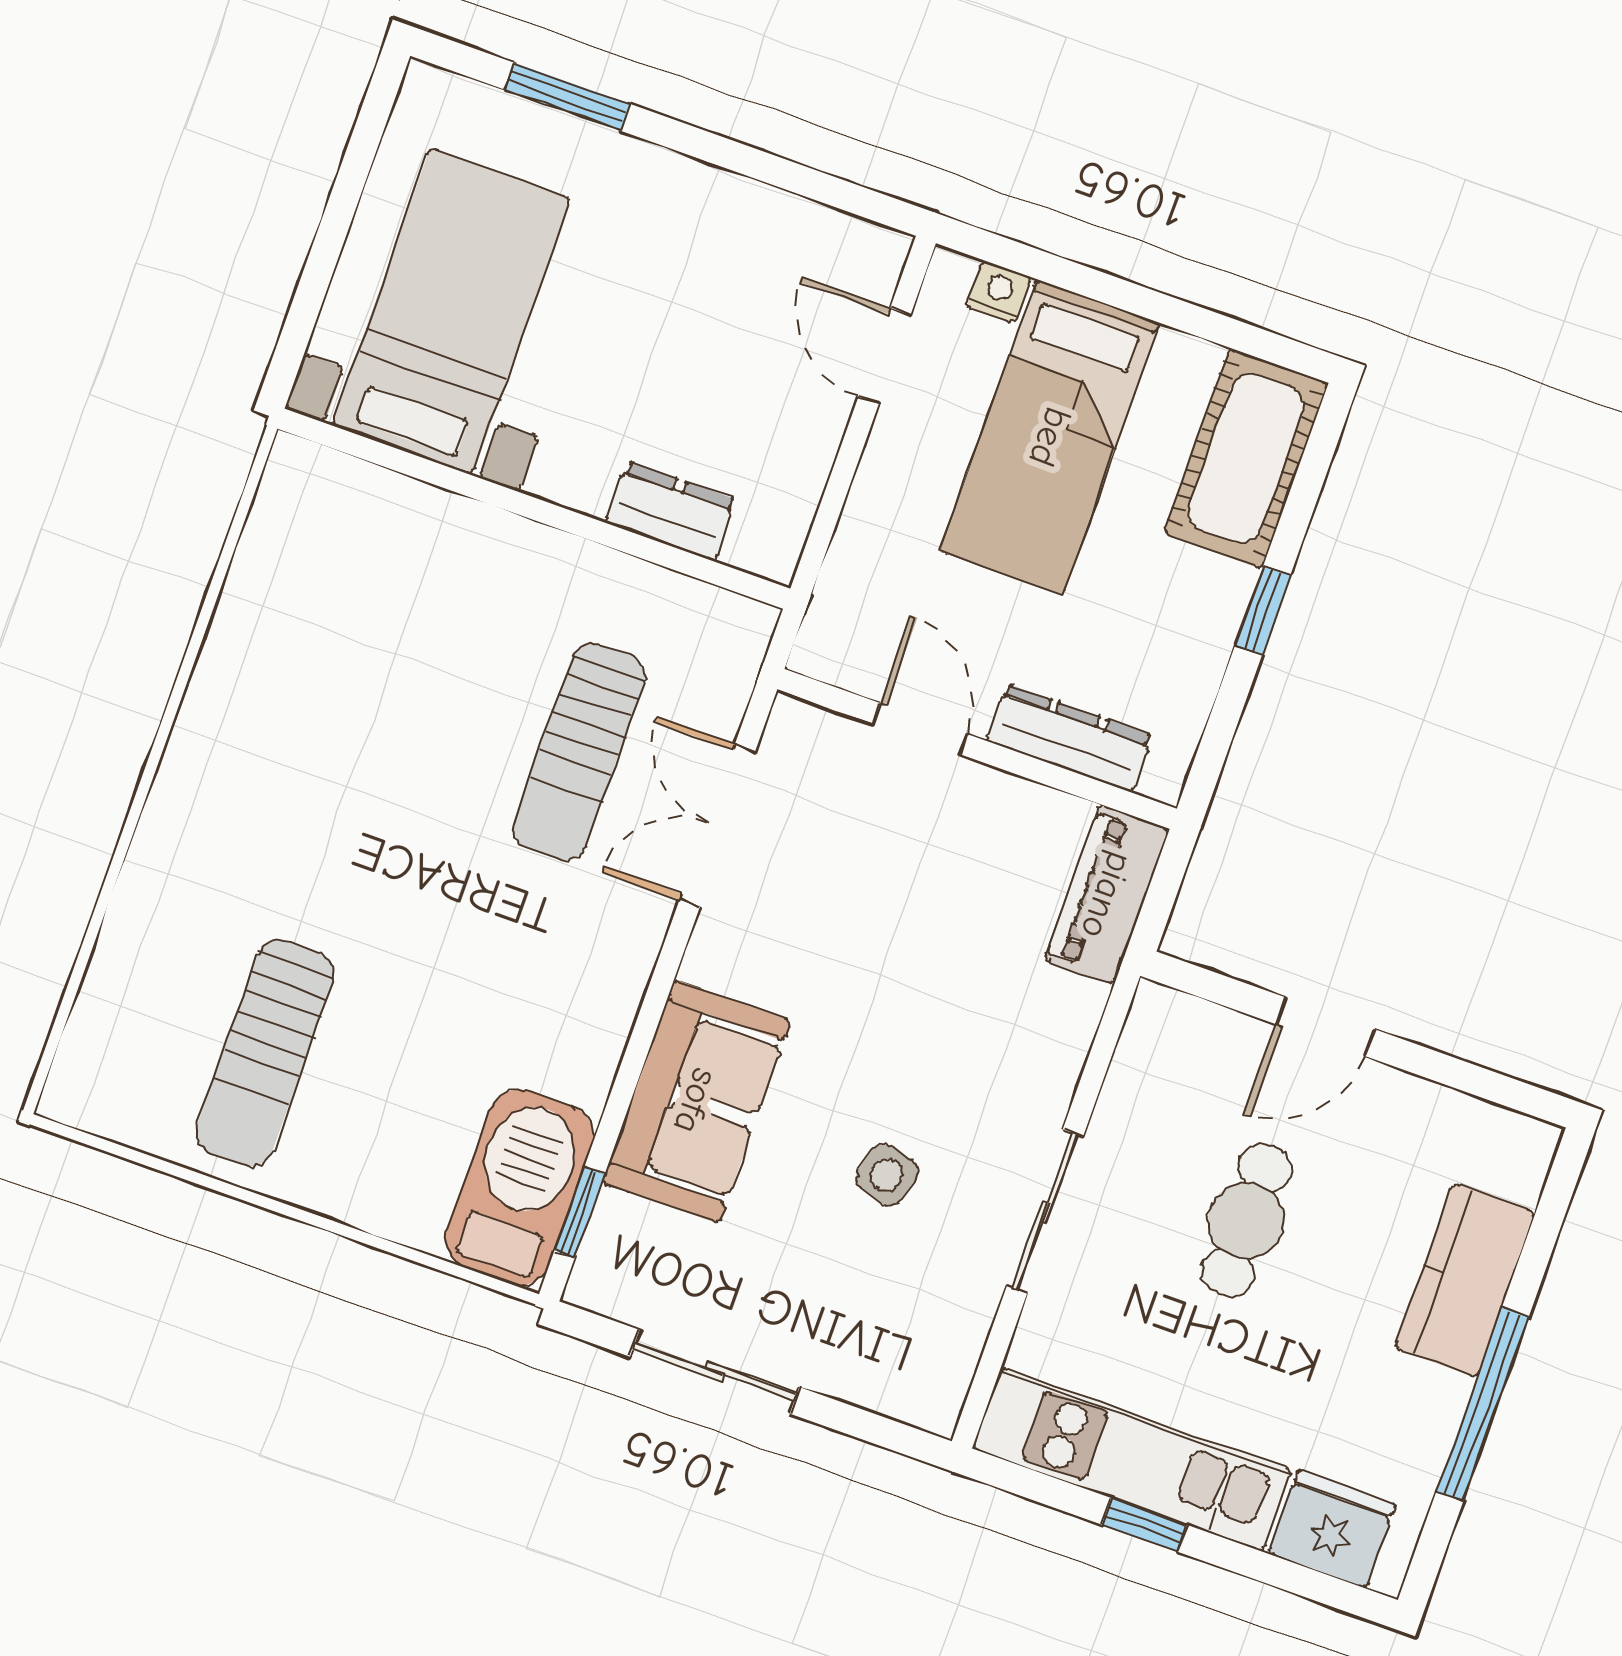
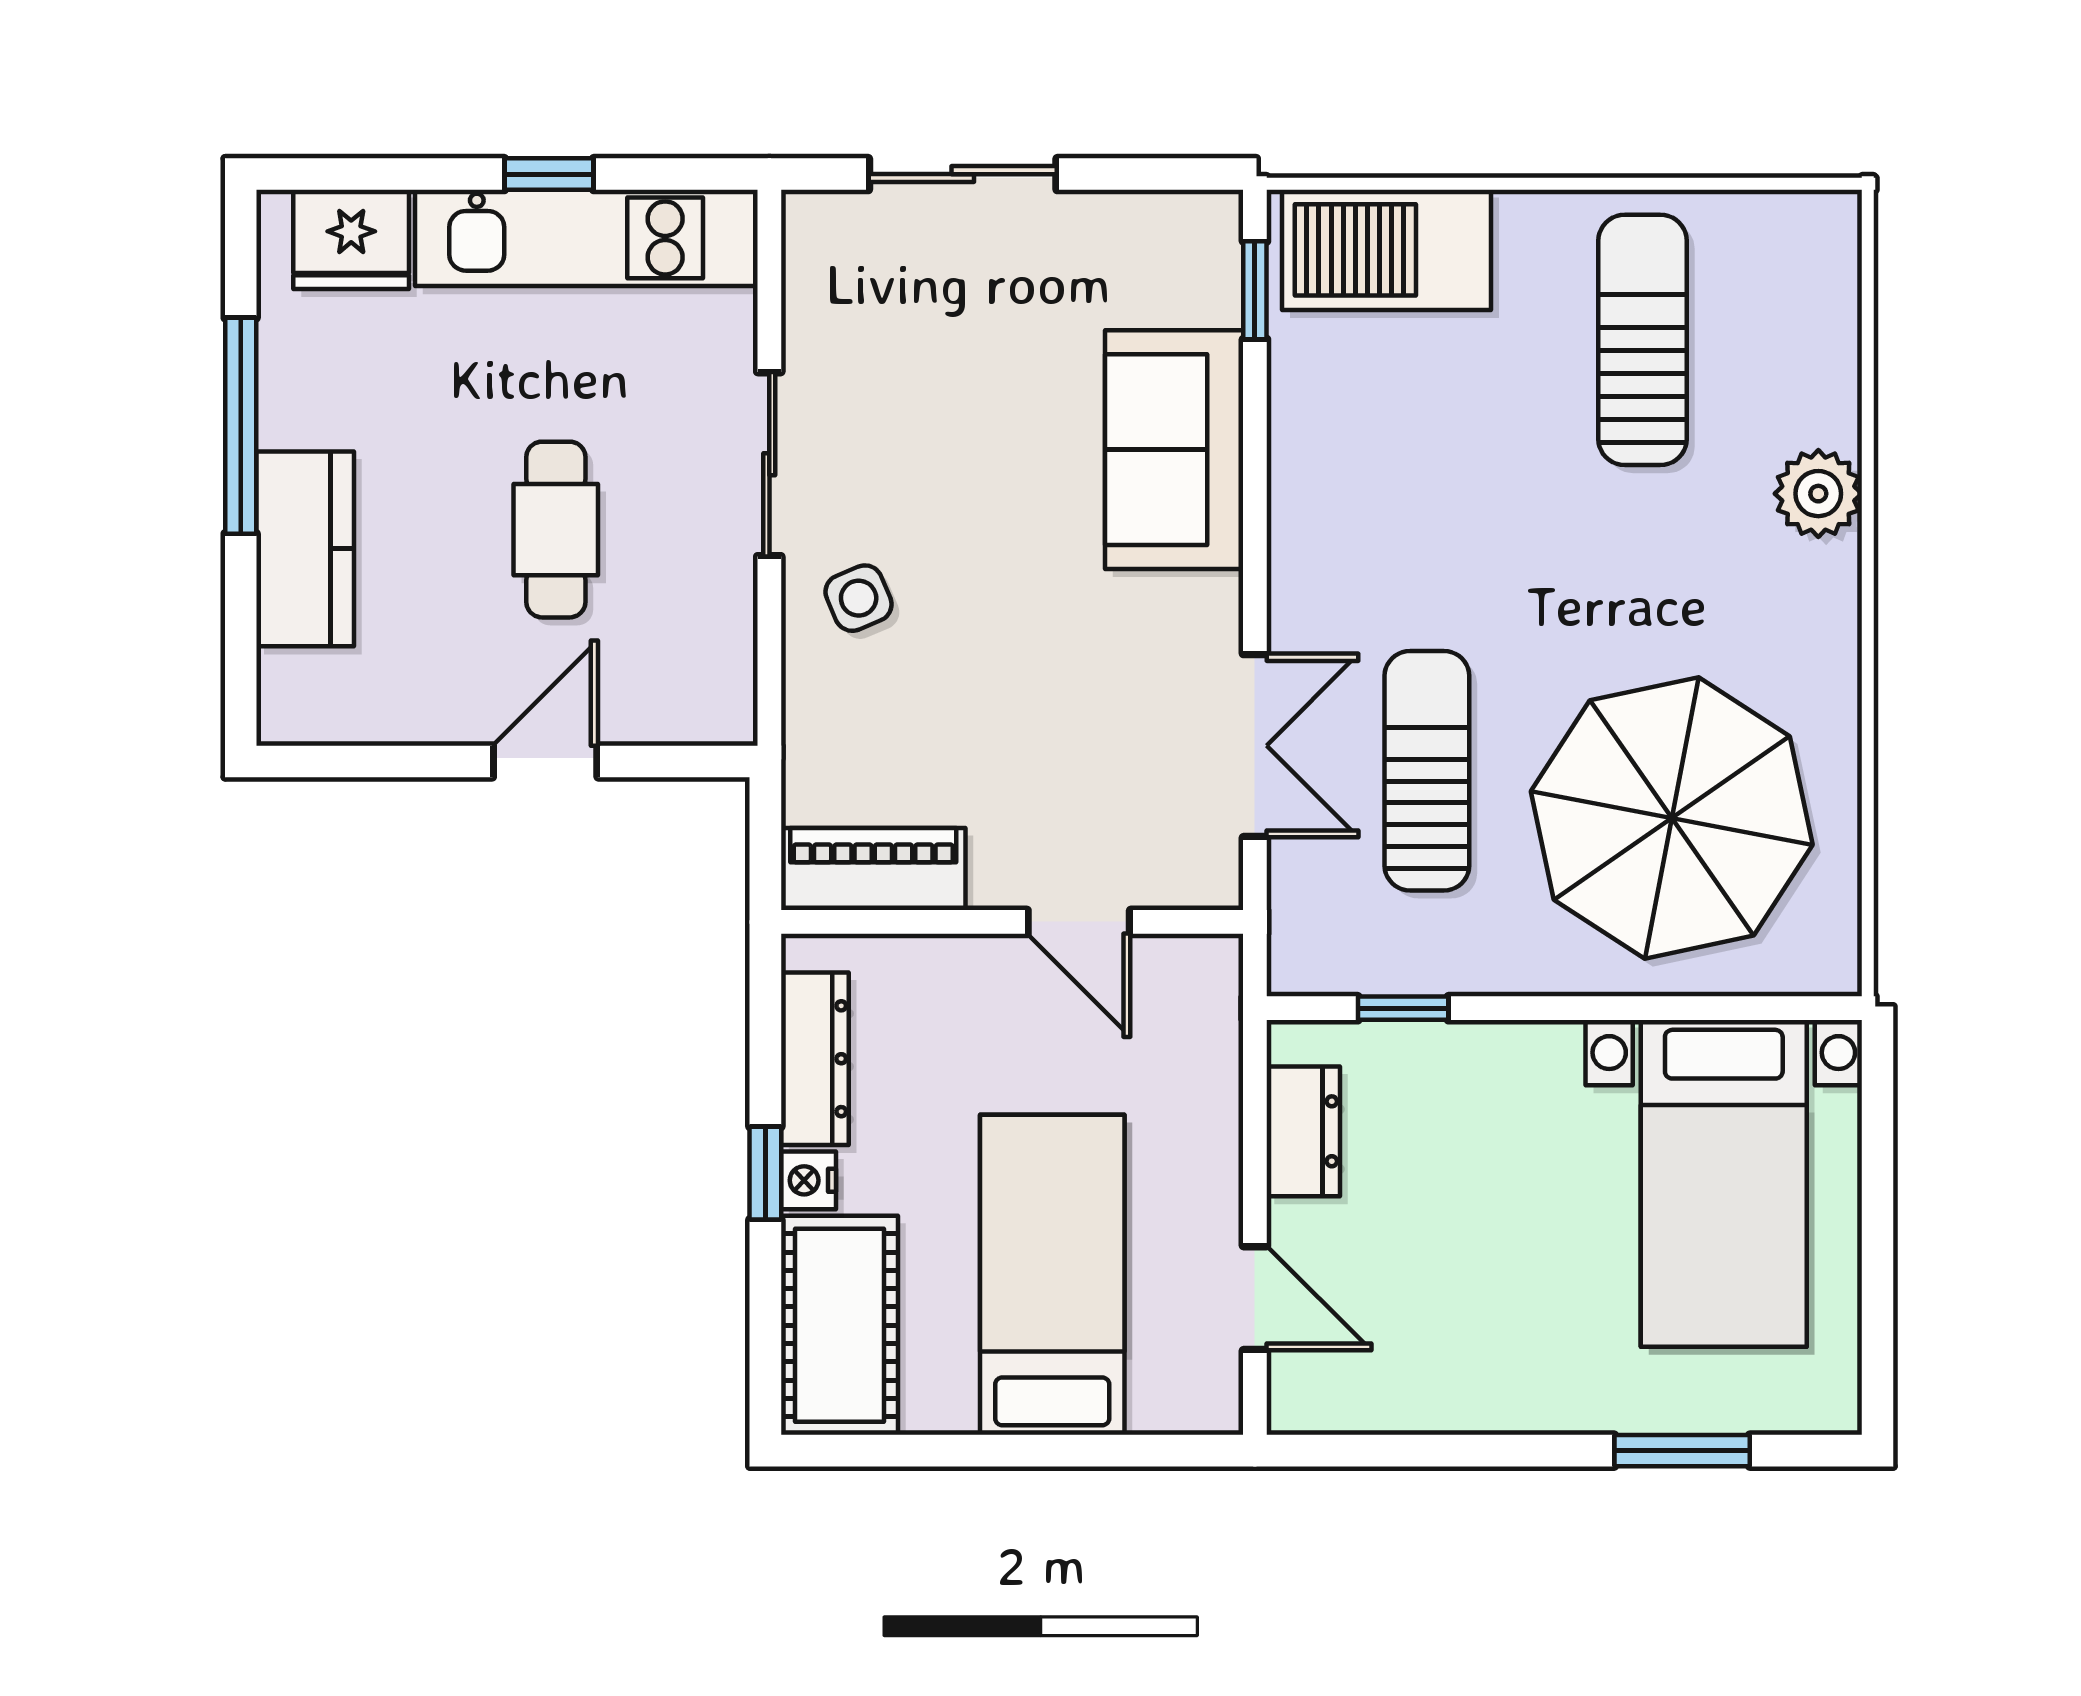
nightstand: (999, 292) -> (808, 1180), moved, turned 90
dresser: (671, 511) -> (1303, 1131), moved, turned -90
window: (671, 557) -> (1403, 1008), added
parasol: (385, 638) -> (1672, 818), added
dresser: (1070, 738) -> (815, 1059), moved, turned -90
plant: (162, 869) -> (1818, 494), added
piano: (1107, 895) -> (873, 869), moved, turned -90
side table: (887, 1175) -> (859, 598), moved, turned -38
barbecue: (520, 1187) -> (1387, 250), moved, turned 90
sliding door: (715, 1372) -> (963, 174), moved

